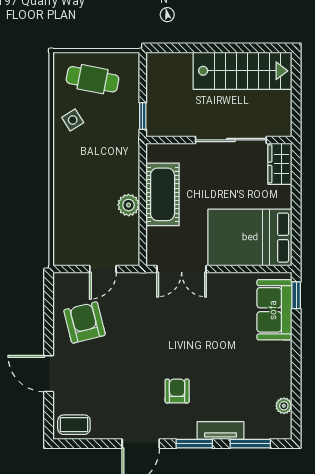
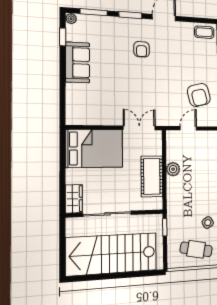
stairs: (243, 71) -> (112, 254), width x1.36, depth x1.51
window: (296, 295) -> (63, 37), moved
sofa: (274, 310) -> (78, 62), moved
plant: (284, 406) -> (71, 19), moved
tv unit: (221, 430) -> (113, 22), removed

